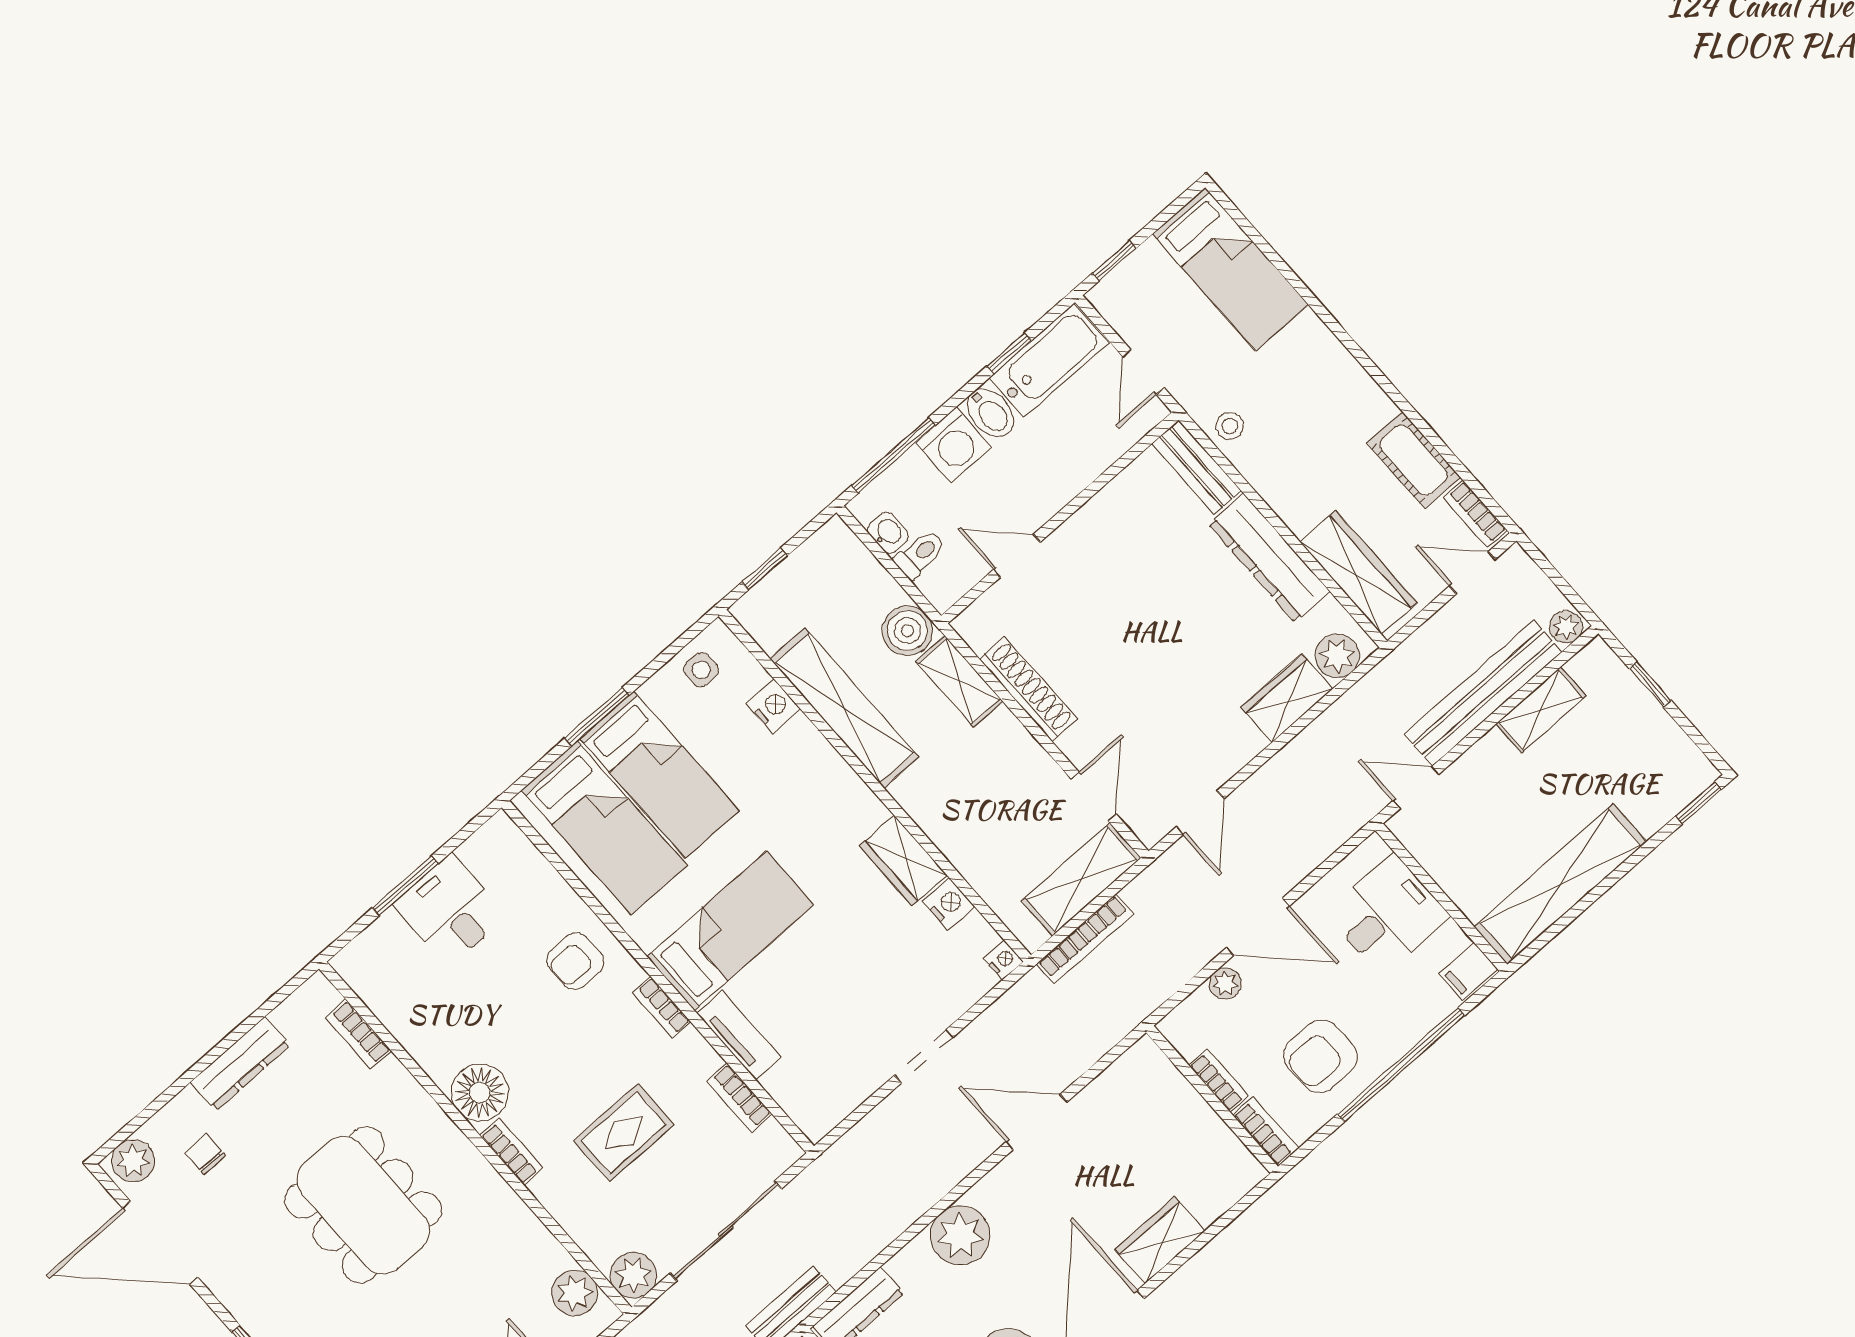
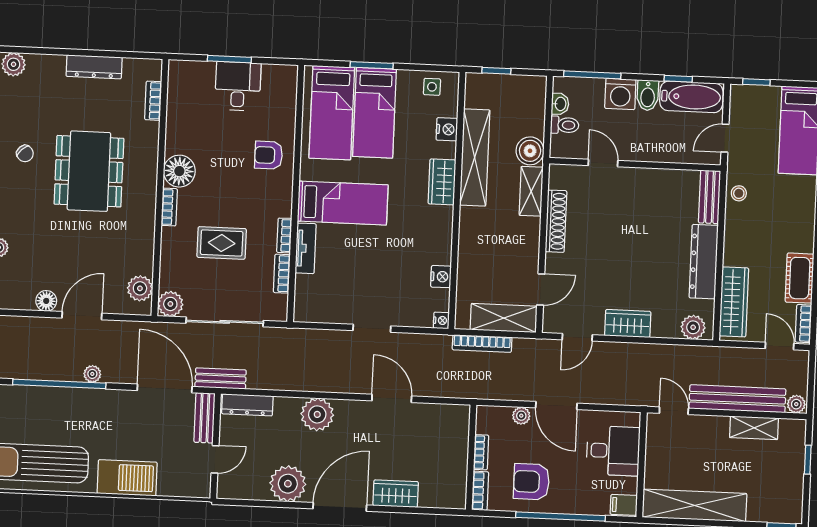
wardrobe: (1287, 698) -> (628, 324), moved
wardrobe: (903, 860) -> (442, 182), moved
bookcase: (662, 1007) -> (284, 235), moved
chair: (205, 1154) -> (25, 153), moved, turned 136

